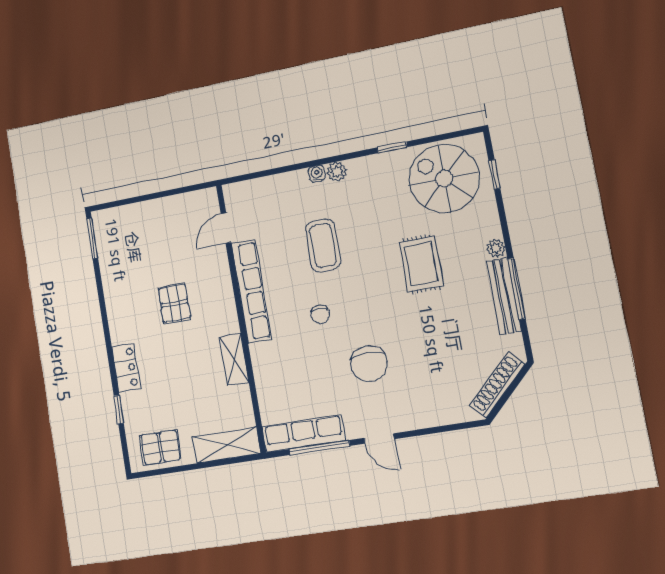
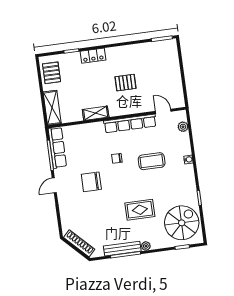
plant: (337, 172) -> (183, 127), moved

